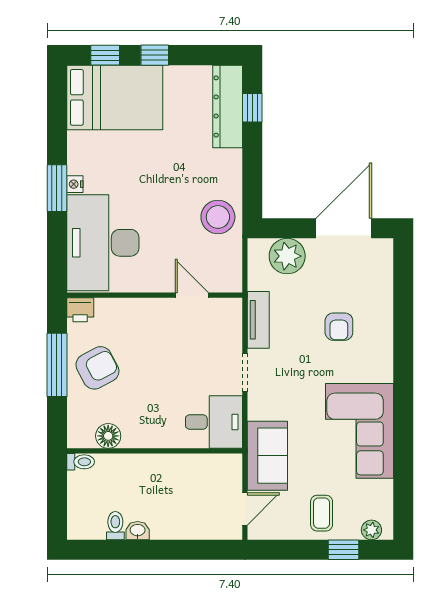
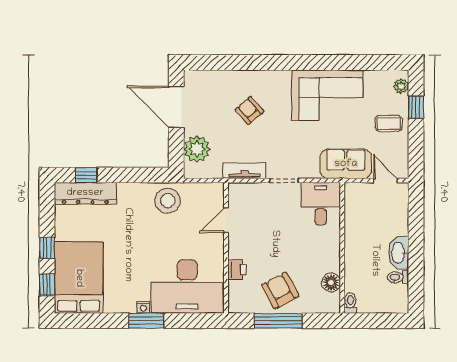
printer: (80, 310) -> (237, 270), moved
armchair: (339, 327) -> (250, 110), turned -131
washbasin: (138, 531) -> (399, 253), width x1.91, depth x1.45

